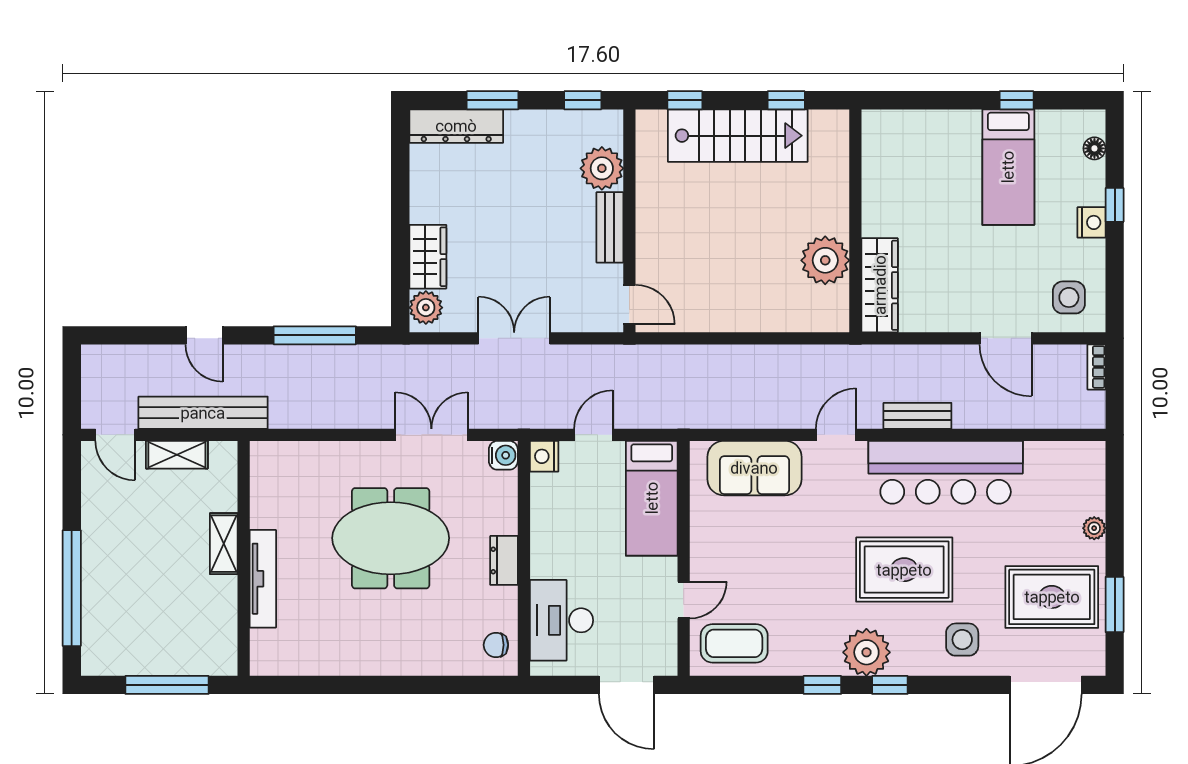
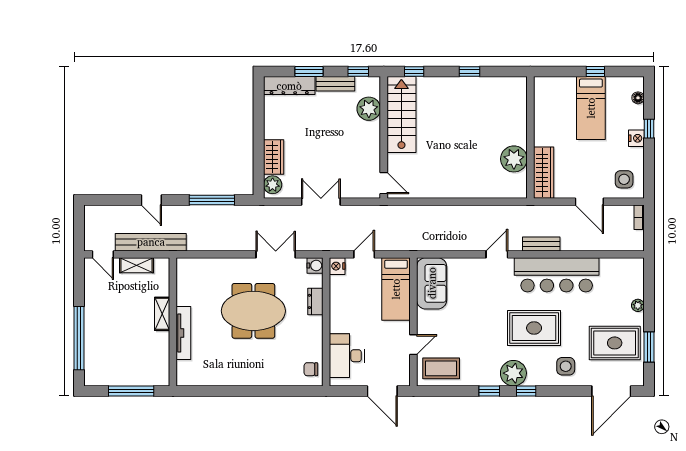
stairs: (738, 136) -> (401, 115), moved, turned -90
wall: (855, 221) -> (530, 137), moved
bench: (610, 227) -> (335, 84), moved, turned 90
plant: (825, 260) -> (514, 159), moved
wardrobe: (880, 285) -> (544, 173), moved
sofa: (754, 468) -> (432, 283), moved, turned -90
dresser: (504, 560) -> (315, 301), moved

